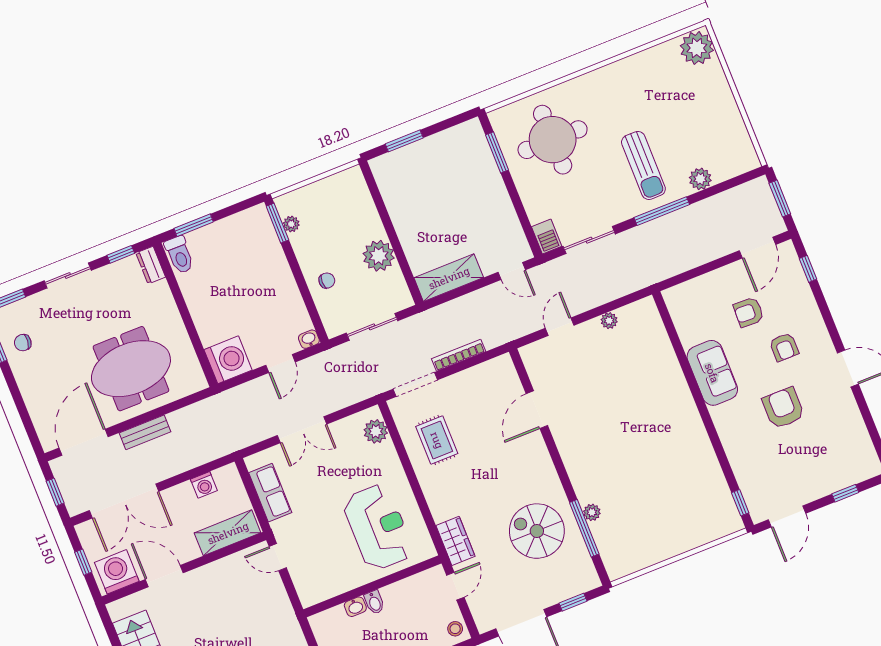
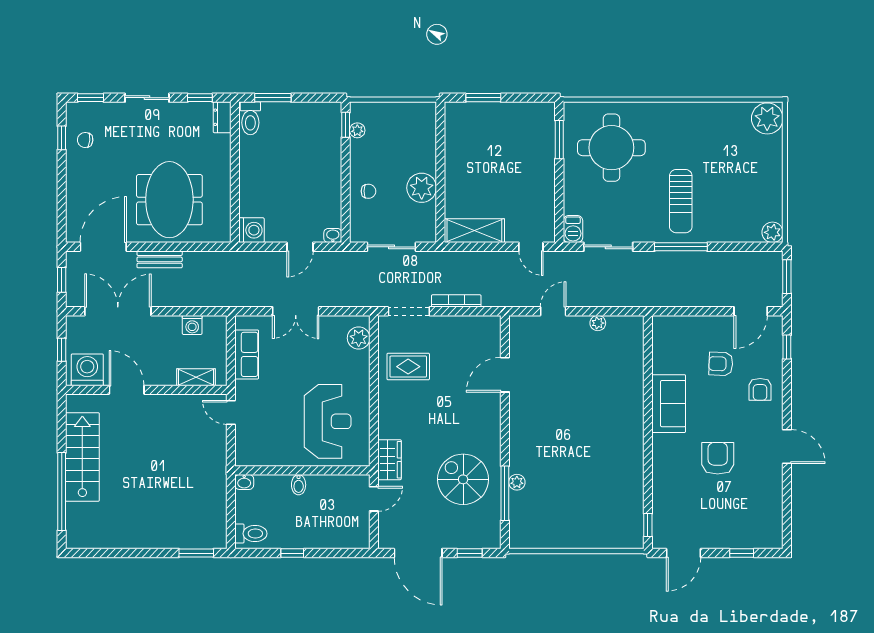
plant: (700, 179) -> (772, 232), moved
window: (277, 223) -> (346, 125), width x0.67
armchair: (784, 347) -> (760, 389), moved
washing machine: (228, 360) -> (251, 230), width x0.73, depth x0.73
meeting table: (131, 369) -> (169, 200), turned 90
rug: (437, 440) -> (408, 367), turned 90
double door: (124, 501) -> (118, 311), swing flipped
shelving: (228, 533) -> (196, 377), width x0.67, depth x0.75
washbasin: (355, 607) -> (244, 482), moved
stool: (455, 629) -> (359, 535), removed

